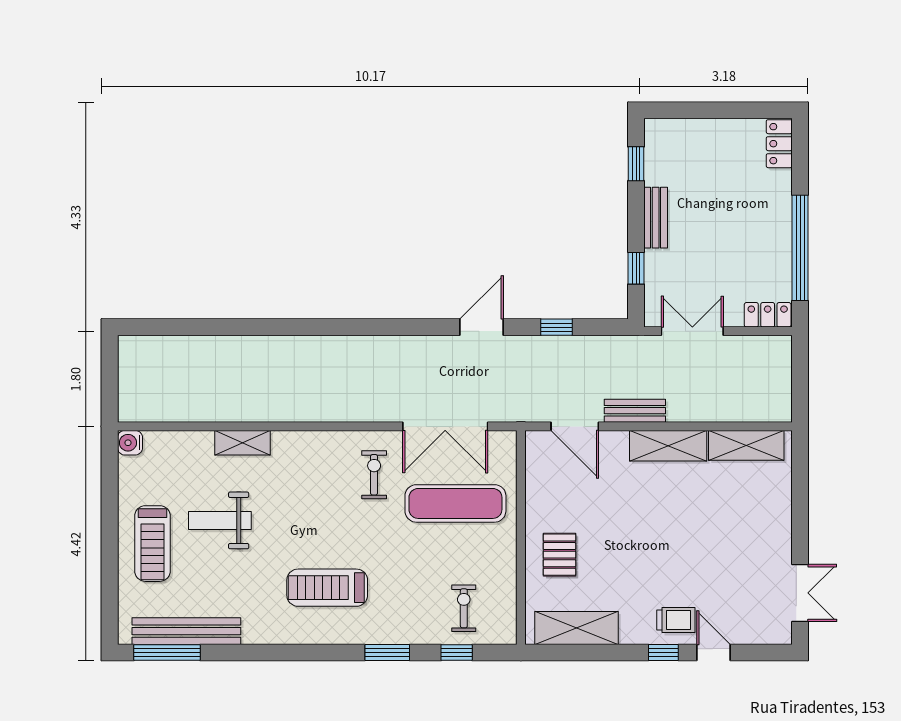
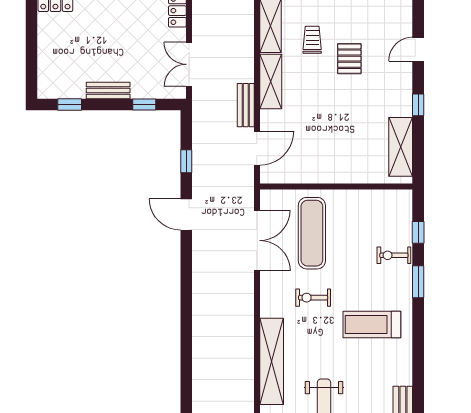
shelving: (242, 443) -> (272, 361), width x2.20, depth x1.33
exercise bike: (374, 475) -> (313, 298), moved
pallet: (559, 555) -> (349, 59), moved, turned 90
treadmill: (327, 588) -> (372, 325), turned 90
exercise bike: (464, 608) -> (394, 255), moved
trolley: (676, 620) -> (312, 40), moved
window: (663, 653) -> (418, 105), moved

